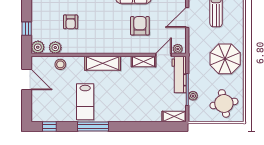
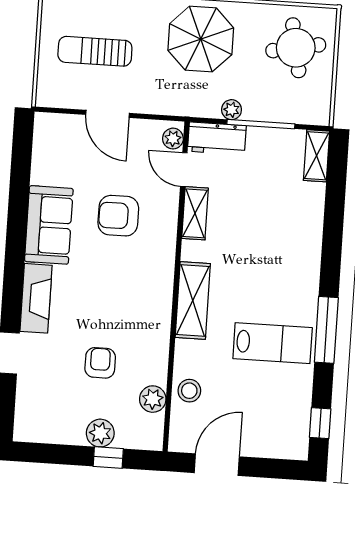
armchair: (71, 22) -> (100, 363), turned -90
plant: (38, 47) -> (100, 433), moved
workbench: (179, 74) -> (217, 138), width x0.73
plant: (193, 96) -> (232, 110), moved

